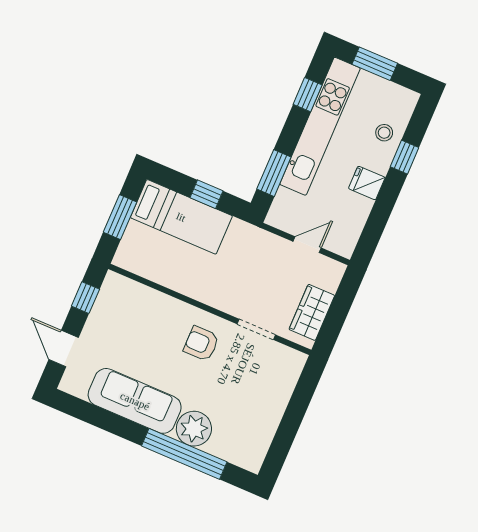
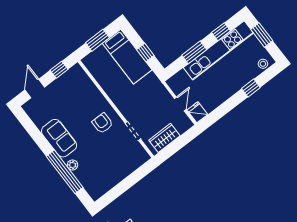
stool: (384, 133) -> (263, 64), moved
window: (274, 173) -> (194, 52), moved
fridge: (367, 183) -> (197, 112), moved
door: (307, 245) -> (180, 104), hinge flipped
sofa: (135, 401) -> (59, 138), width x0.73
plant: (194, 429) -> (72, 165), width x0.53, depth x0.53

